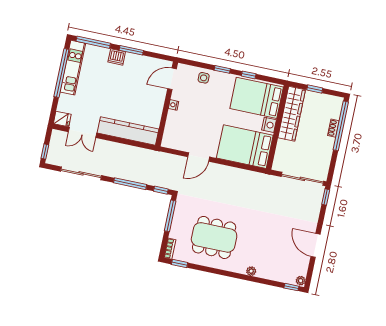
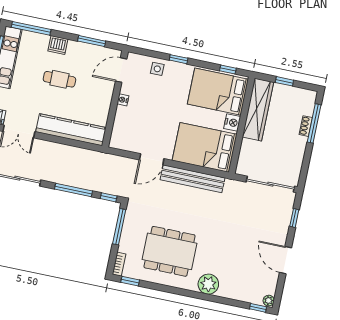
window: (131, 50) -> (92, 41), moved
window: (249, 75) -> (228, 69), moved
cafe table: (118, 87) -> (59, 79), added
window: (341, 126) -> (314, 123), width x0.68
bench: (234, 174) -> (192, 179), added
window: (326, 197) -> (294, 218), moved
plant: (251, 271) -> (208, 284), width x1.87, depth x1.87

